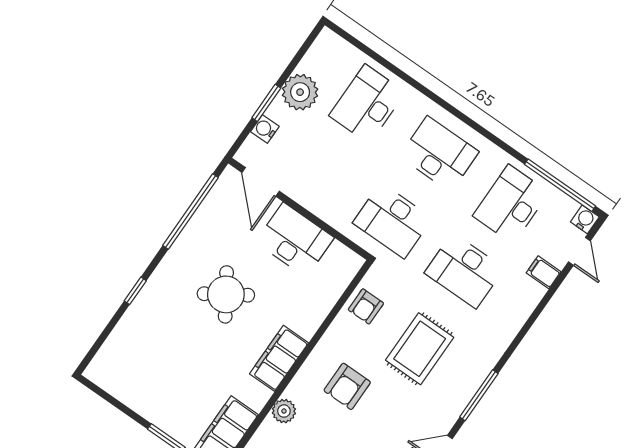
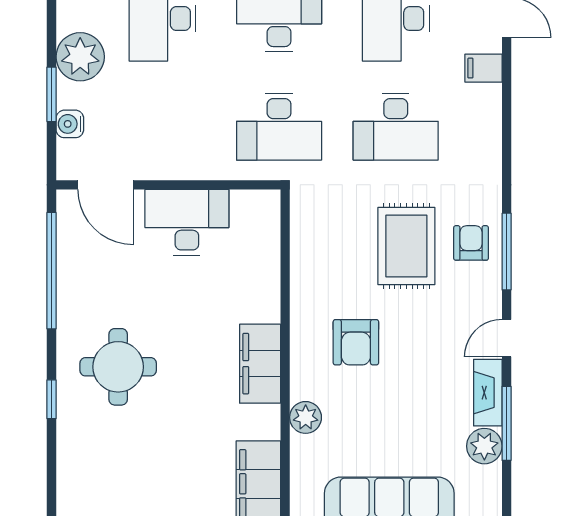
round table: (226, 294) -> (118, 367), moved, turned 33
armchair: (366, 306) -> (471, 243), moved, turned 180

